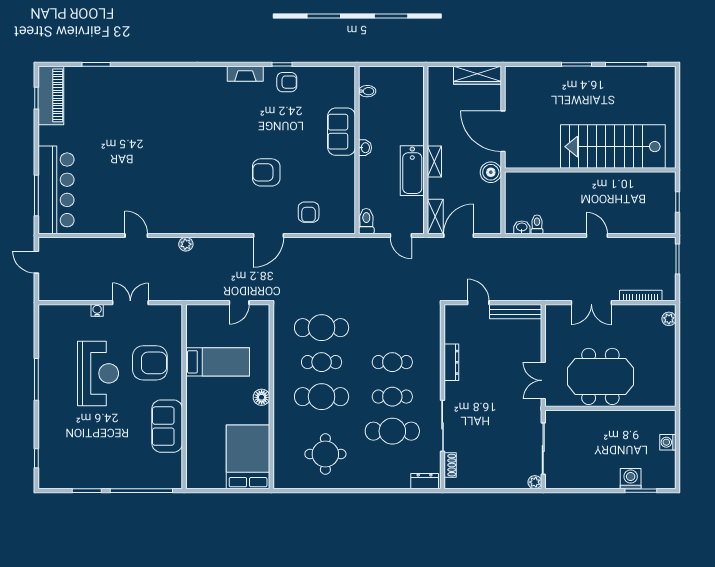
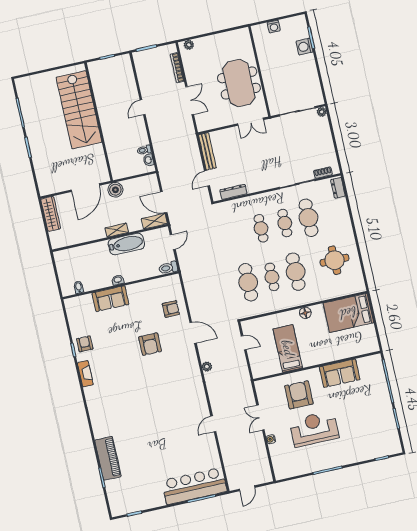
piano: (51, 95) -> (108, 458), moved, turned 90
plant: (186, 244) -> (207, 367), moved
dresser: (451, 362) -> (233, 192), moved

